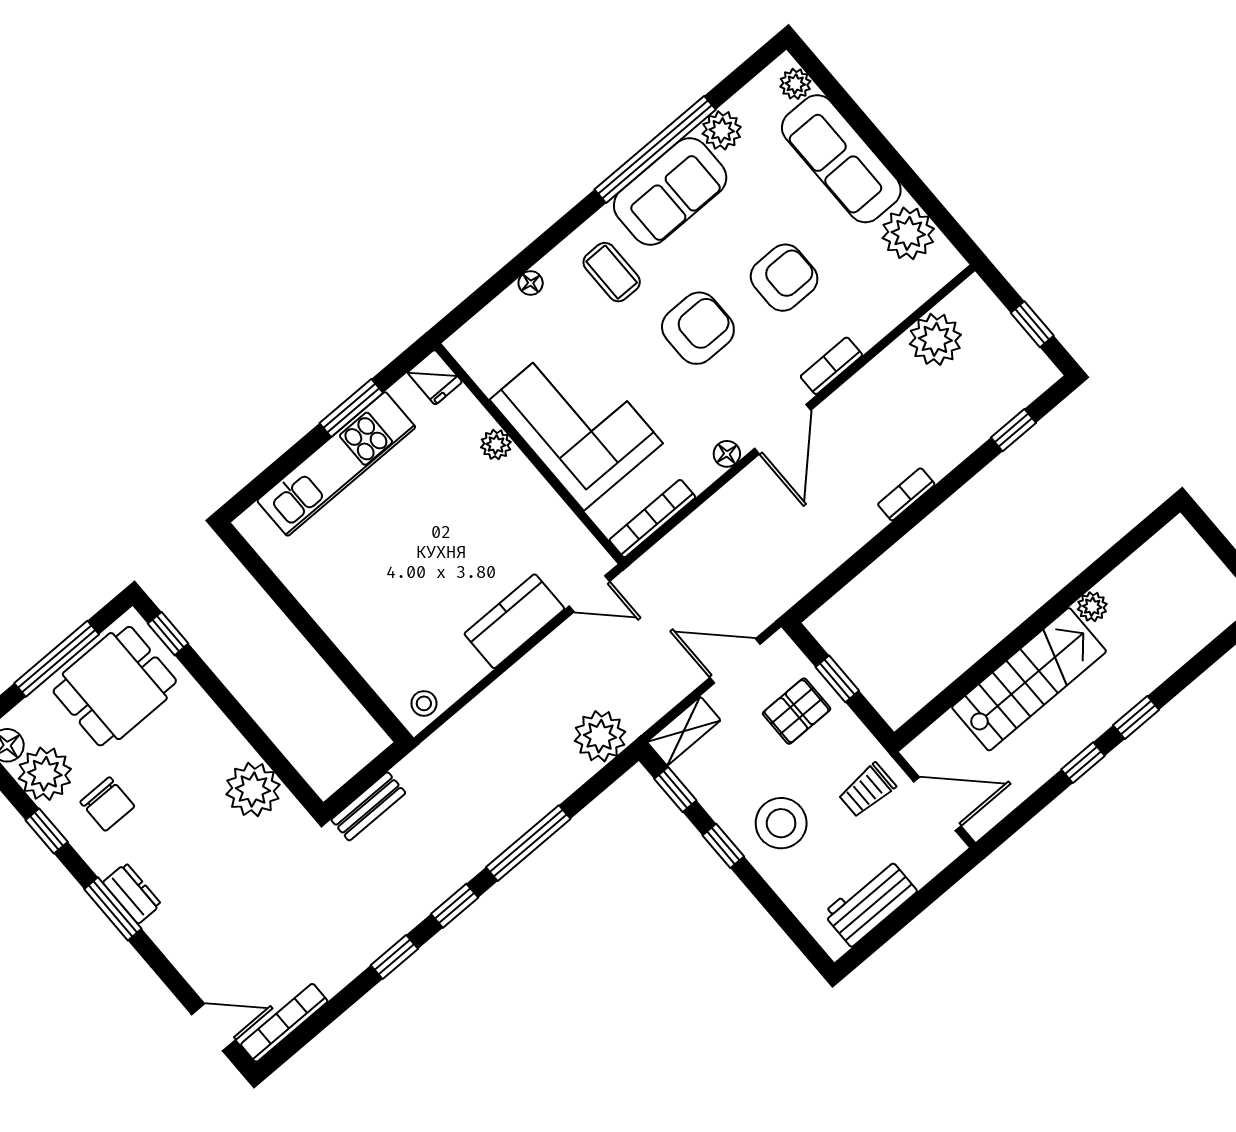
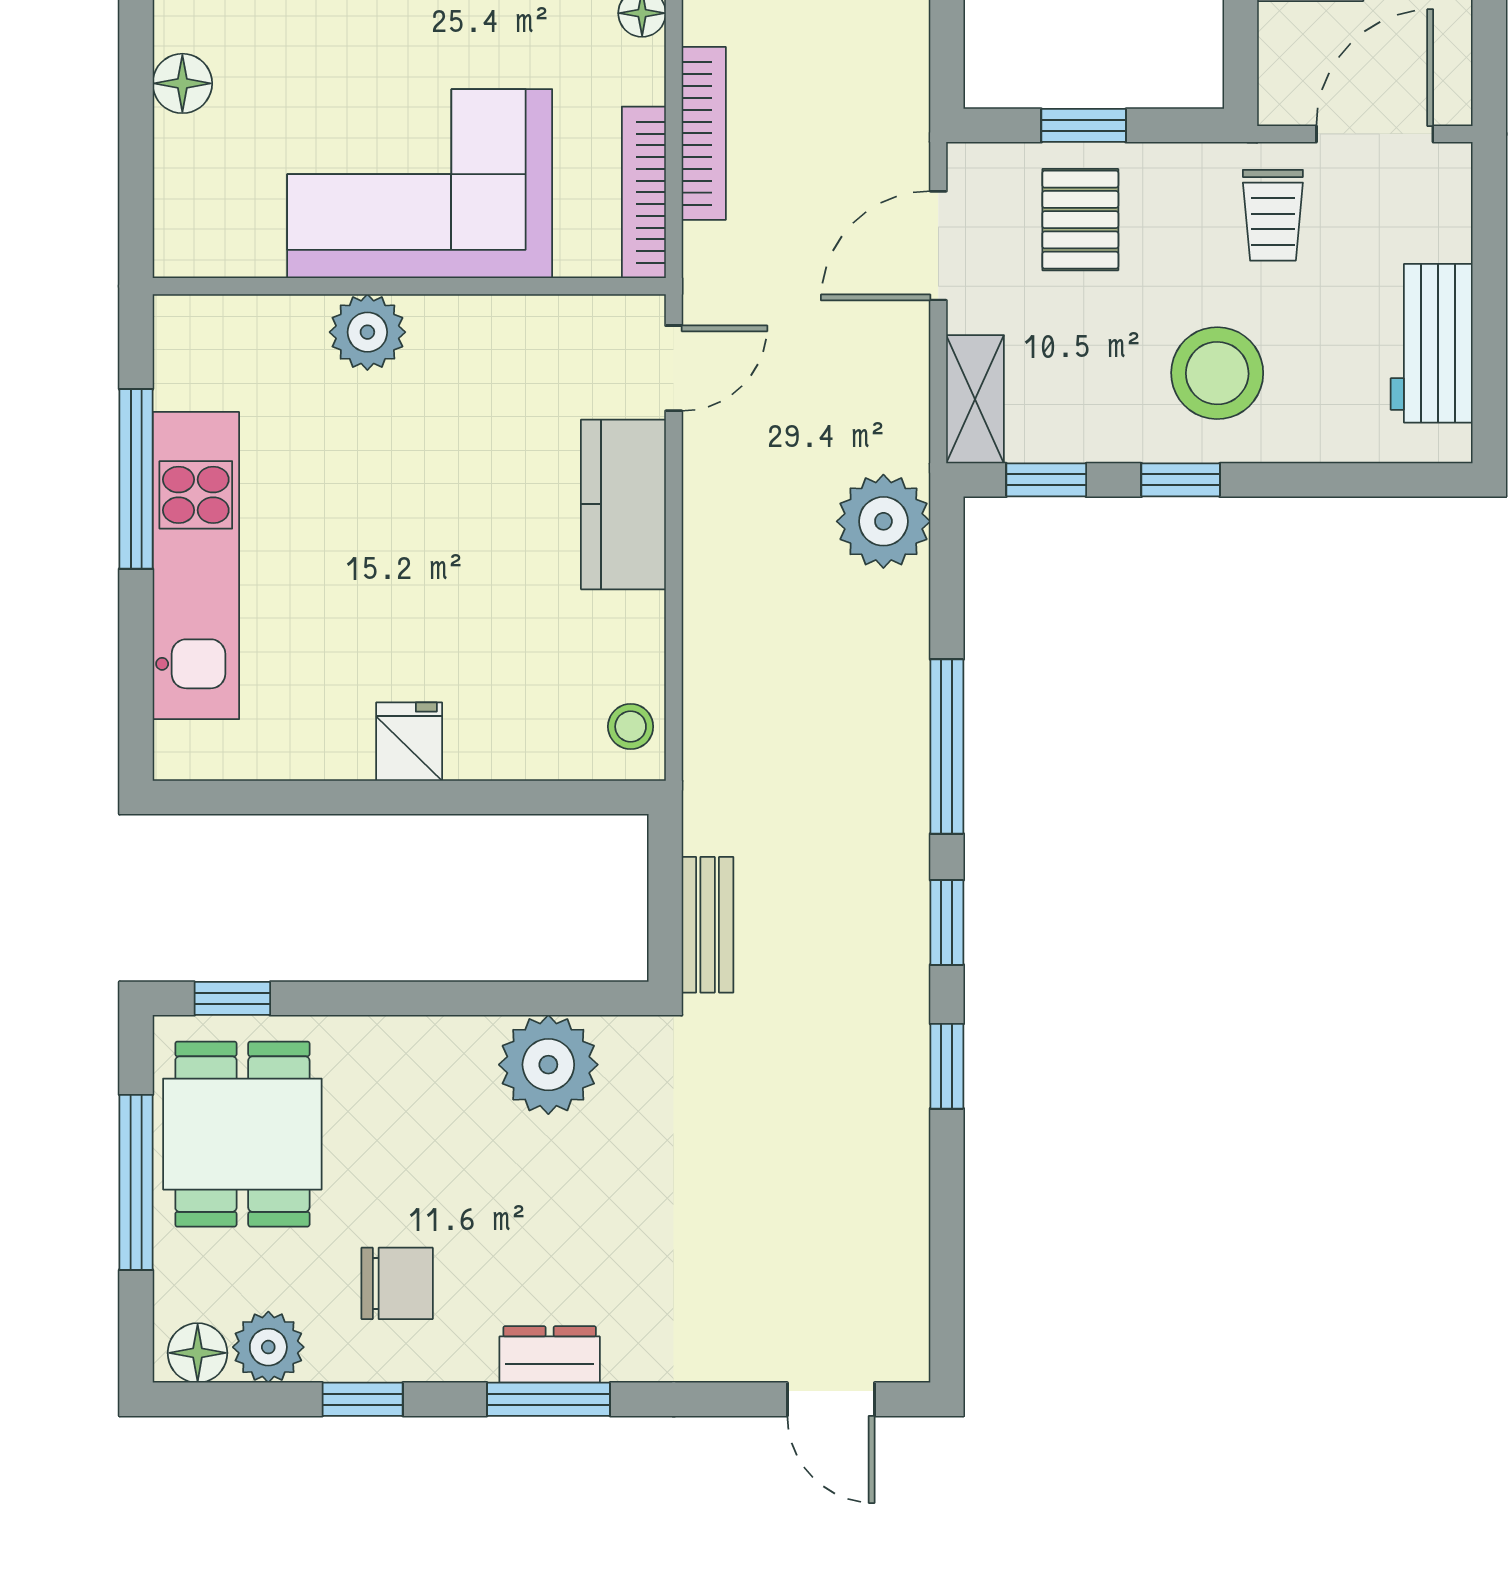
floor lamp: (531, 283) -> (182, 83), width x1.37, depth x1.37
fridge: (435, 377) -> (409, 742), moved, turned -90
window: (351, 408) -> (136, 479), width x1.44
plant: (496, 445) -> (367, 332), width x1.38, depth x1.38
plant: (45, 774) -> (268, 1347), width x0.73, depth x0.73
bookcase: (284, 1023) -> (704, 133), moved, turned 180
door: (214, 1027) -> (831, 1399), swing flipped

